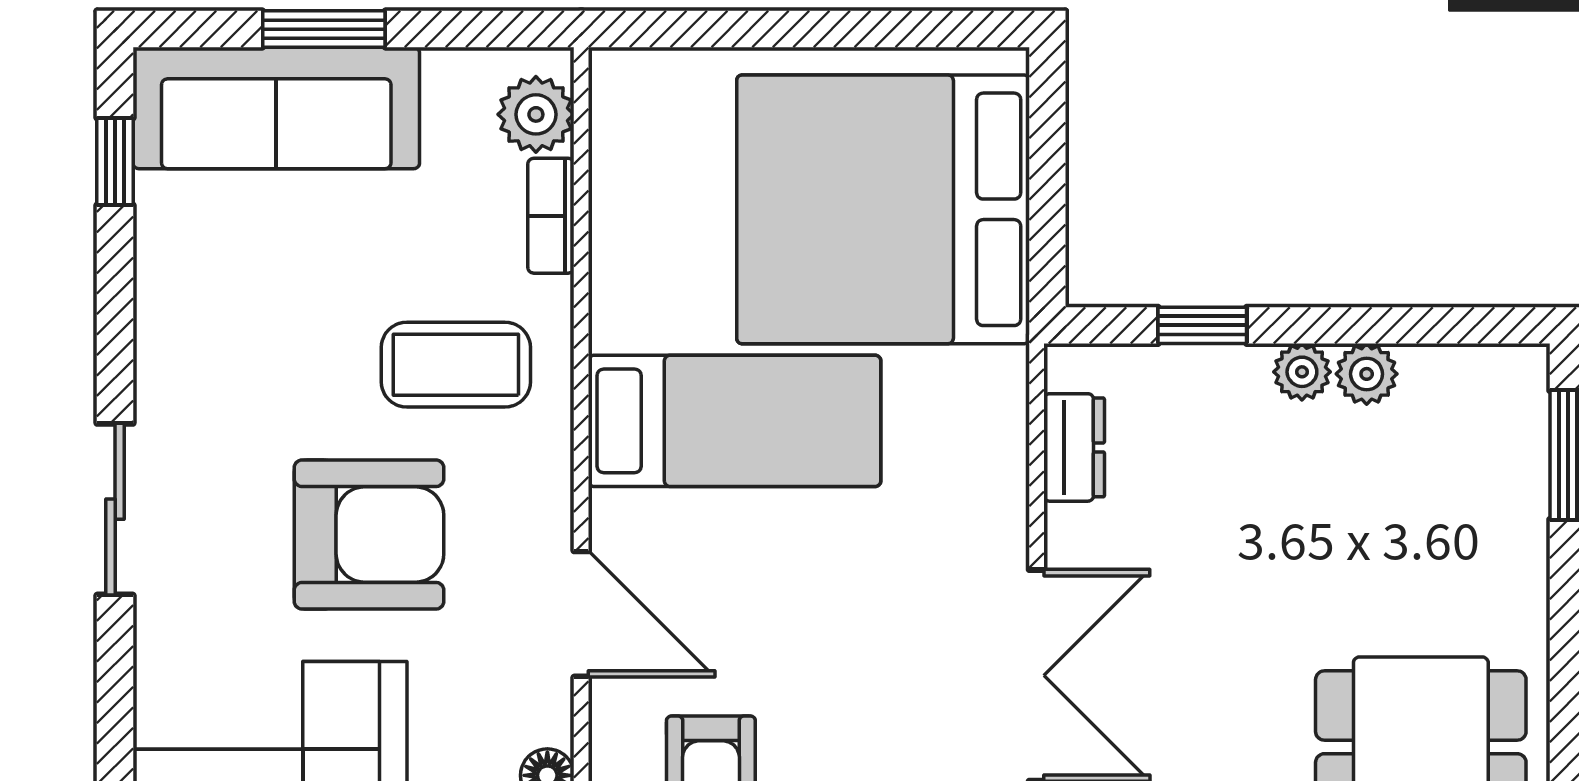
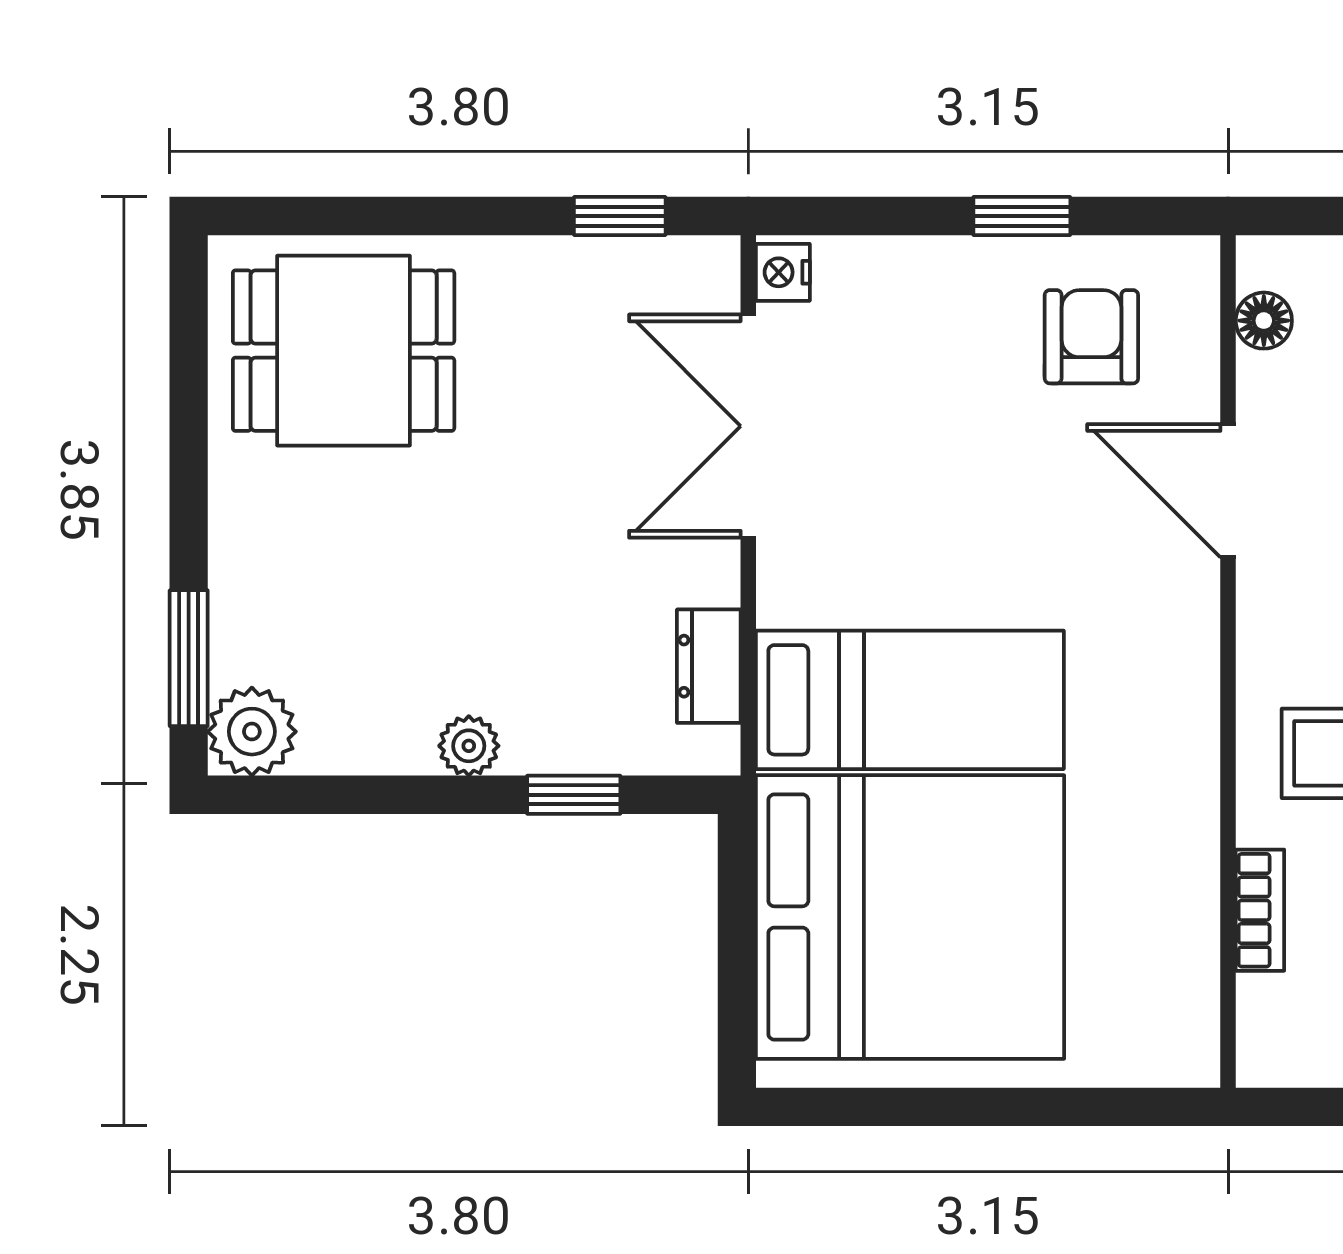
plant: (536, 114) -> (1276, 1017), removed
plant: (1367, 374) -> (252, 732), moved, width x1.38, depth x1.38
bed: (735, 421) -> (910, 700), moved, turned 180

